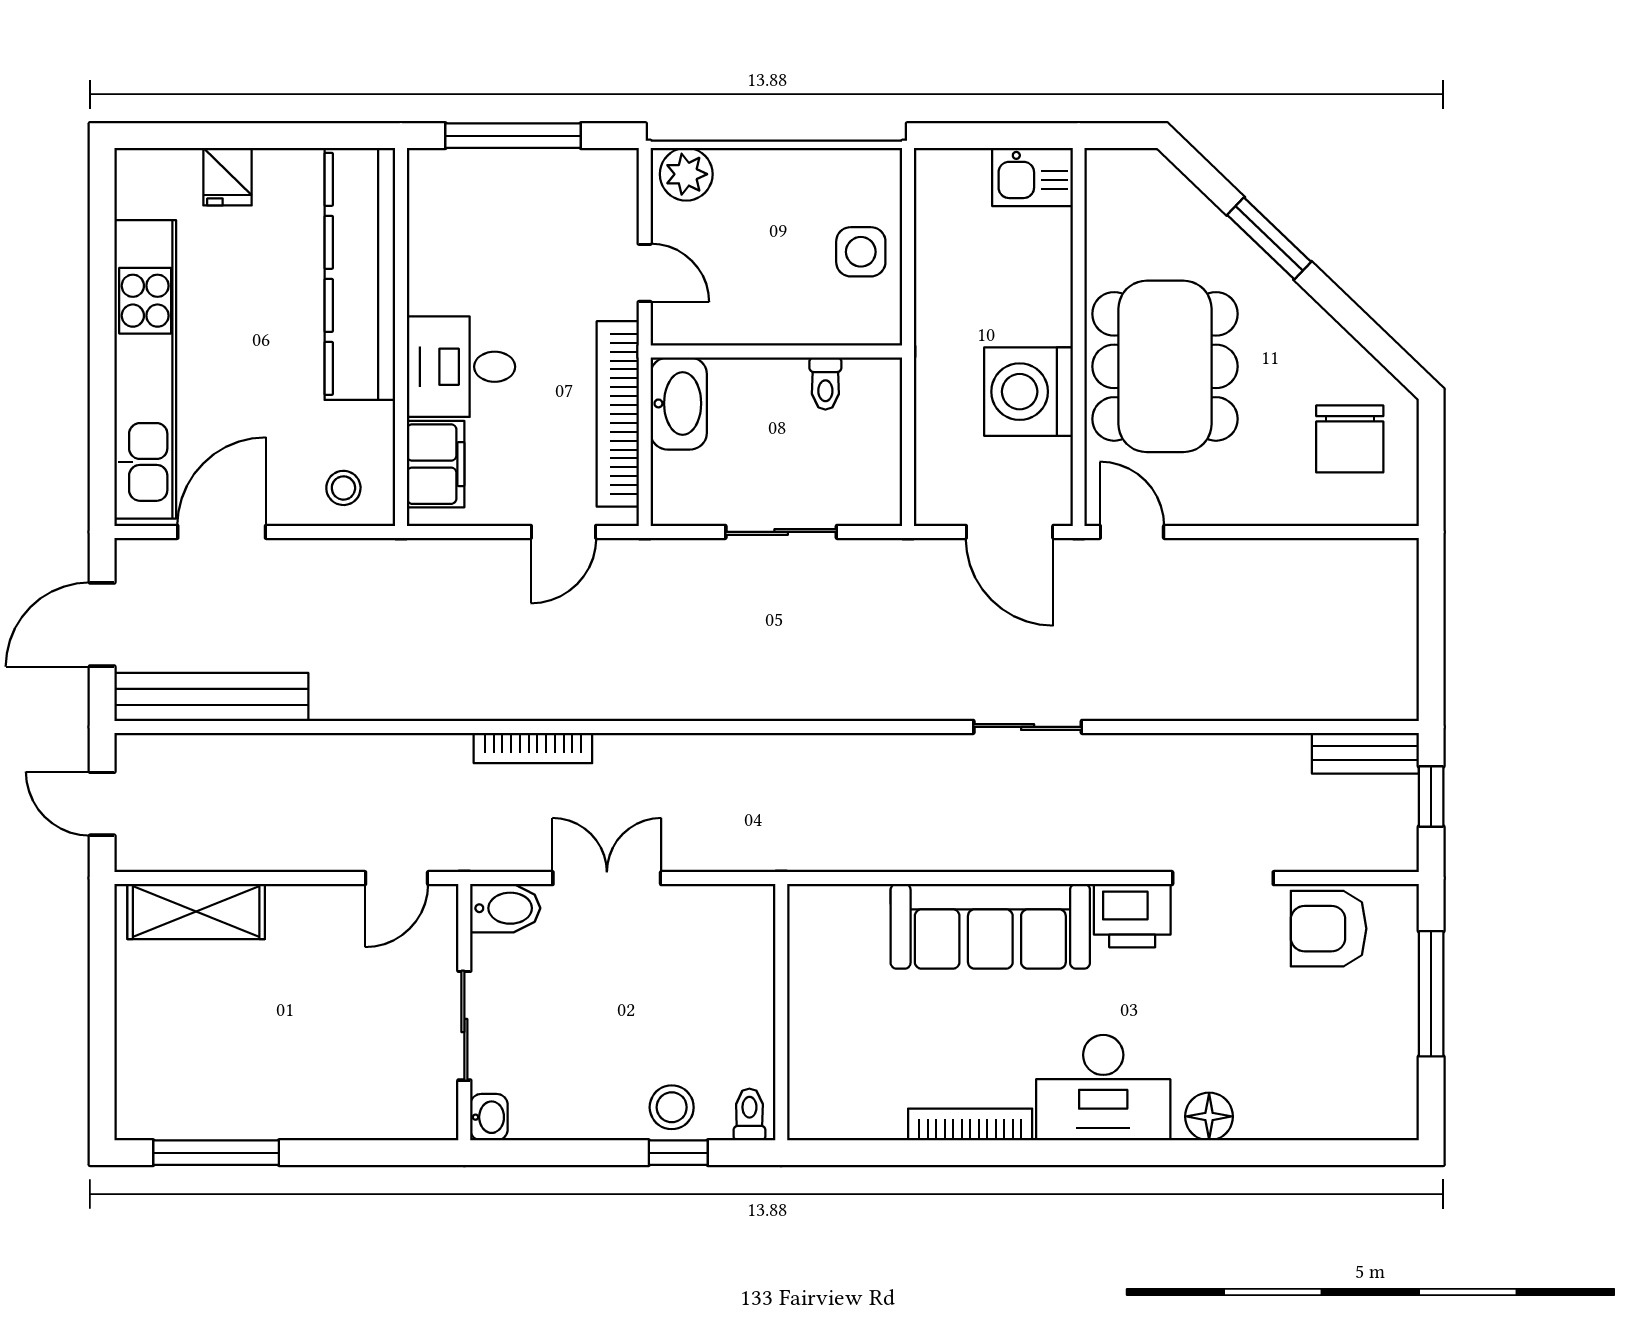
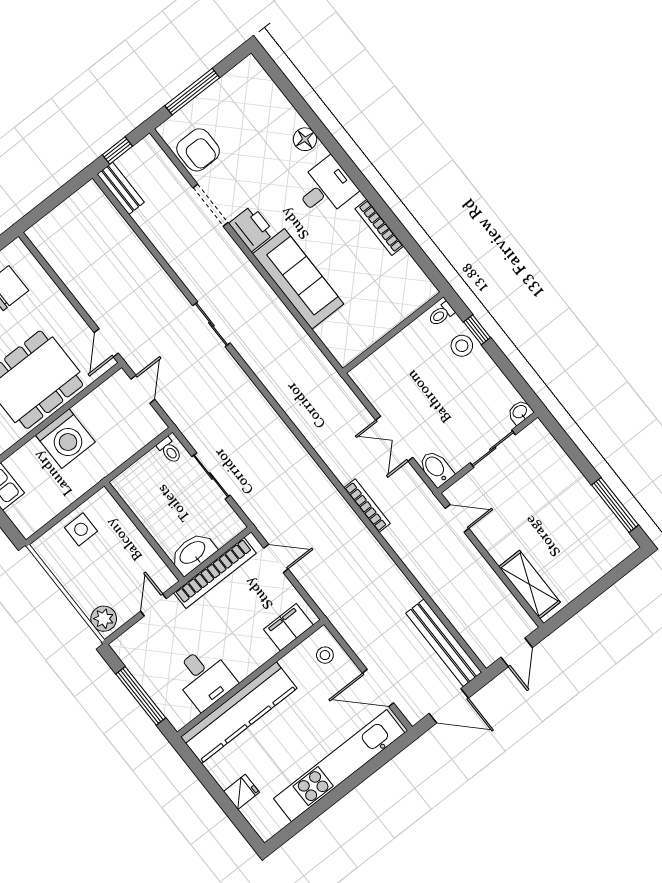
desk: (461, 367) -> (204, 678), moved
toilet: (825, 383) -> (169, 450), moved, turned 90
washing machine: (1028, 392) -> (65, 439), moved
door: (1010, 532) -> (143, 389), width x0.73
desk: (1103, 1088) -> (326, 188), width x0.73

